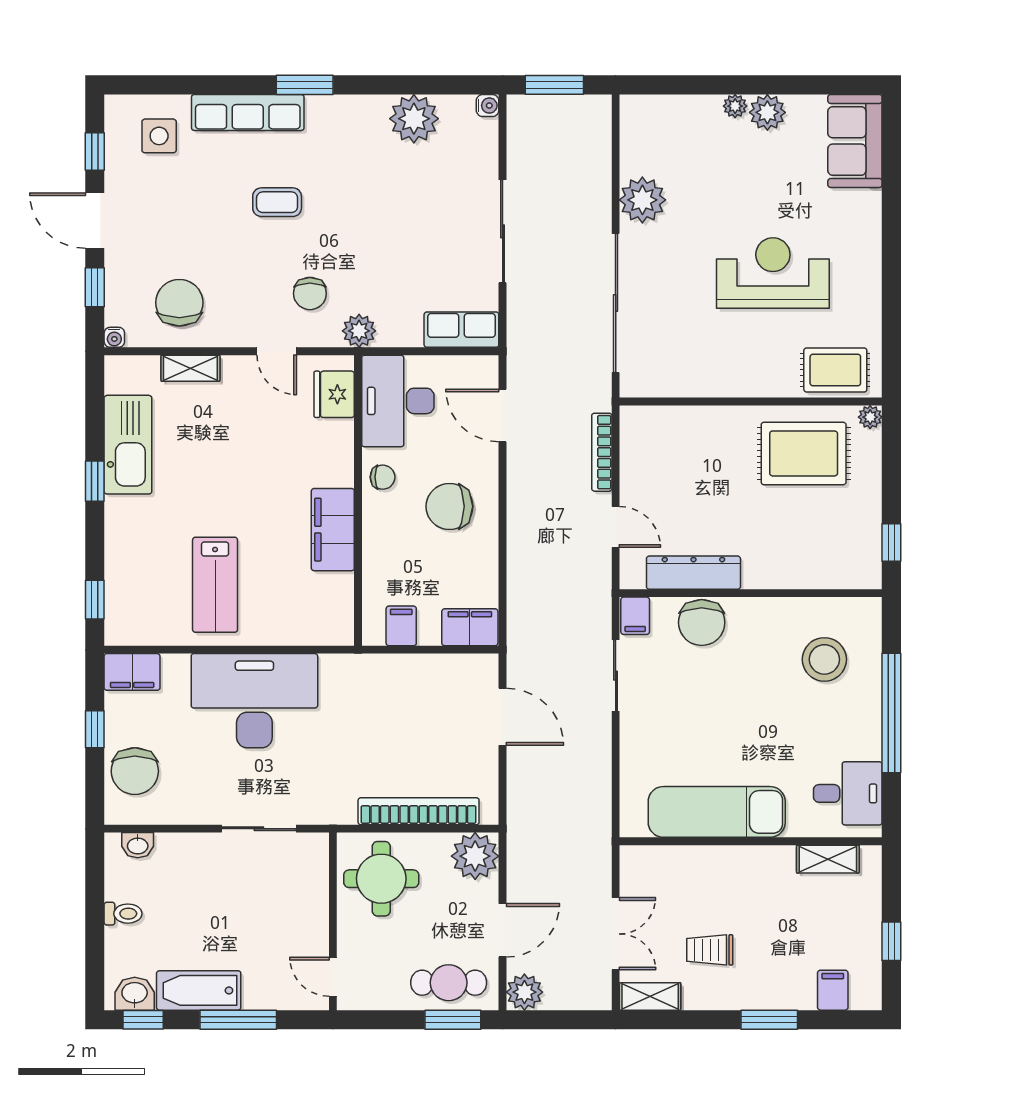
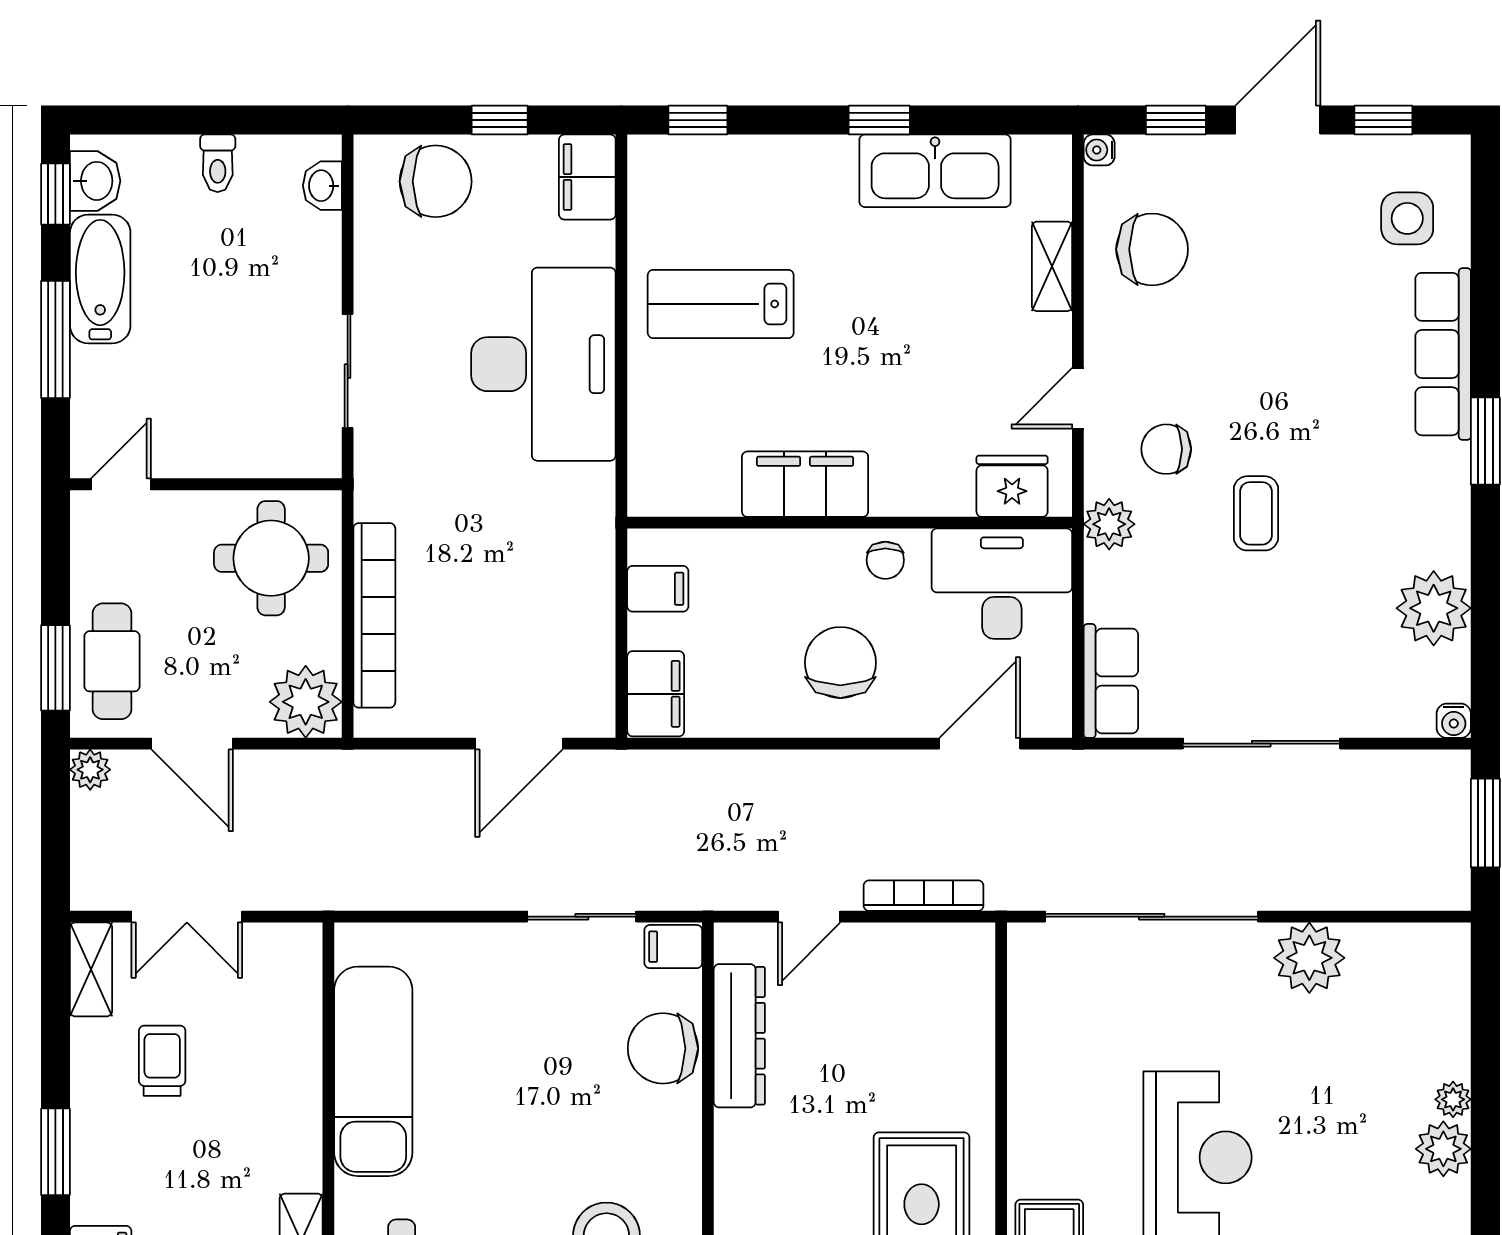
coffee table: (277, 202) -> (1256, 513), moved
chair: (135, 771) -> (436, 181), turned 180
plant: (524, 992) -> (90, 770), width x0.73, depth x0.73

